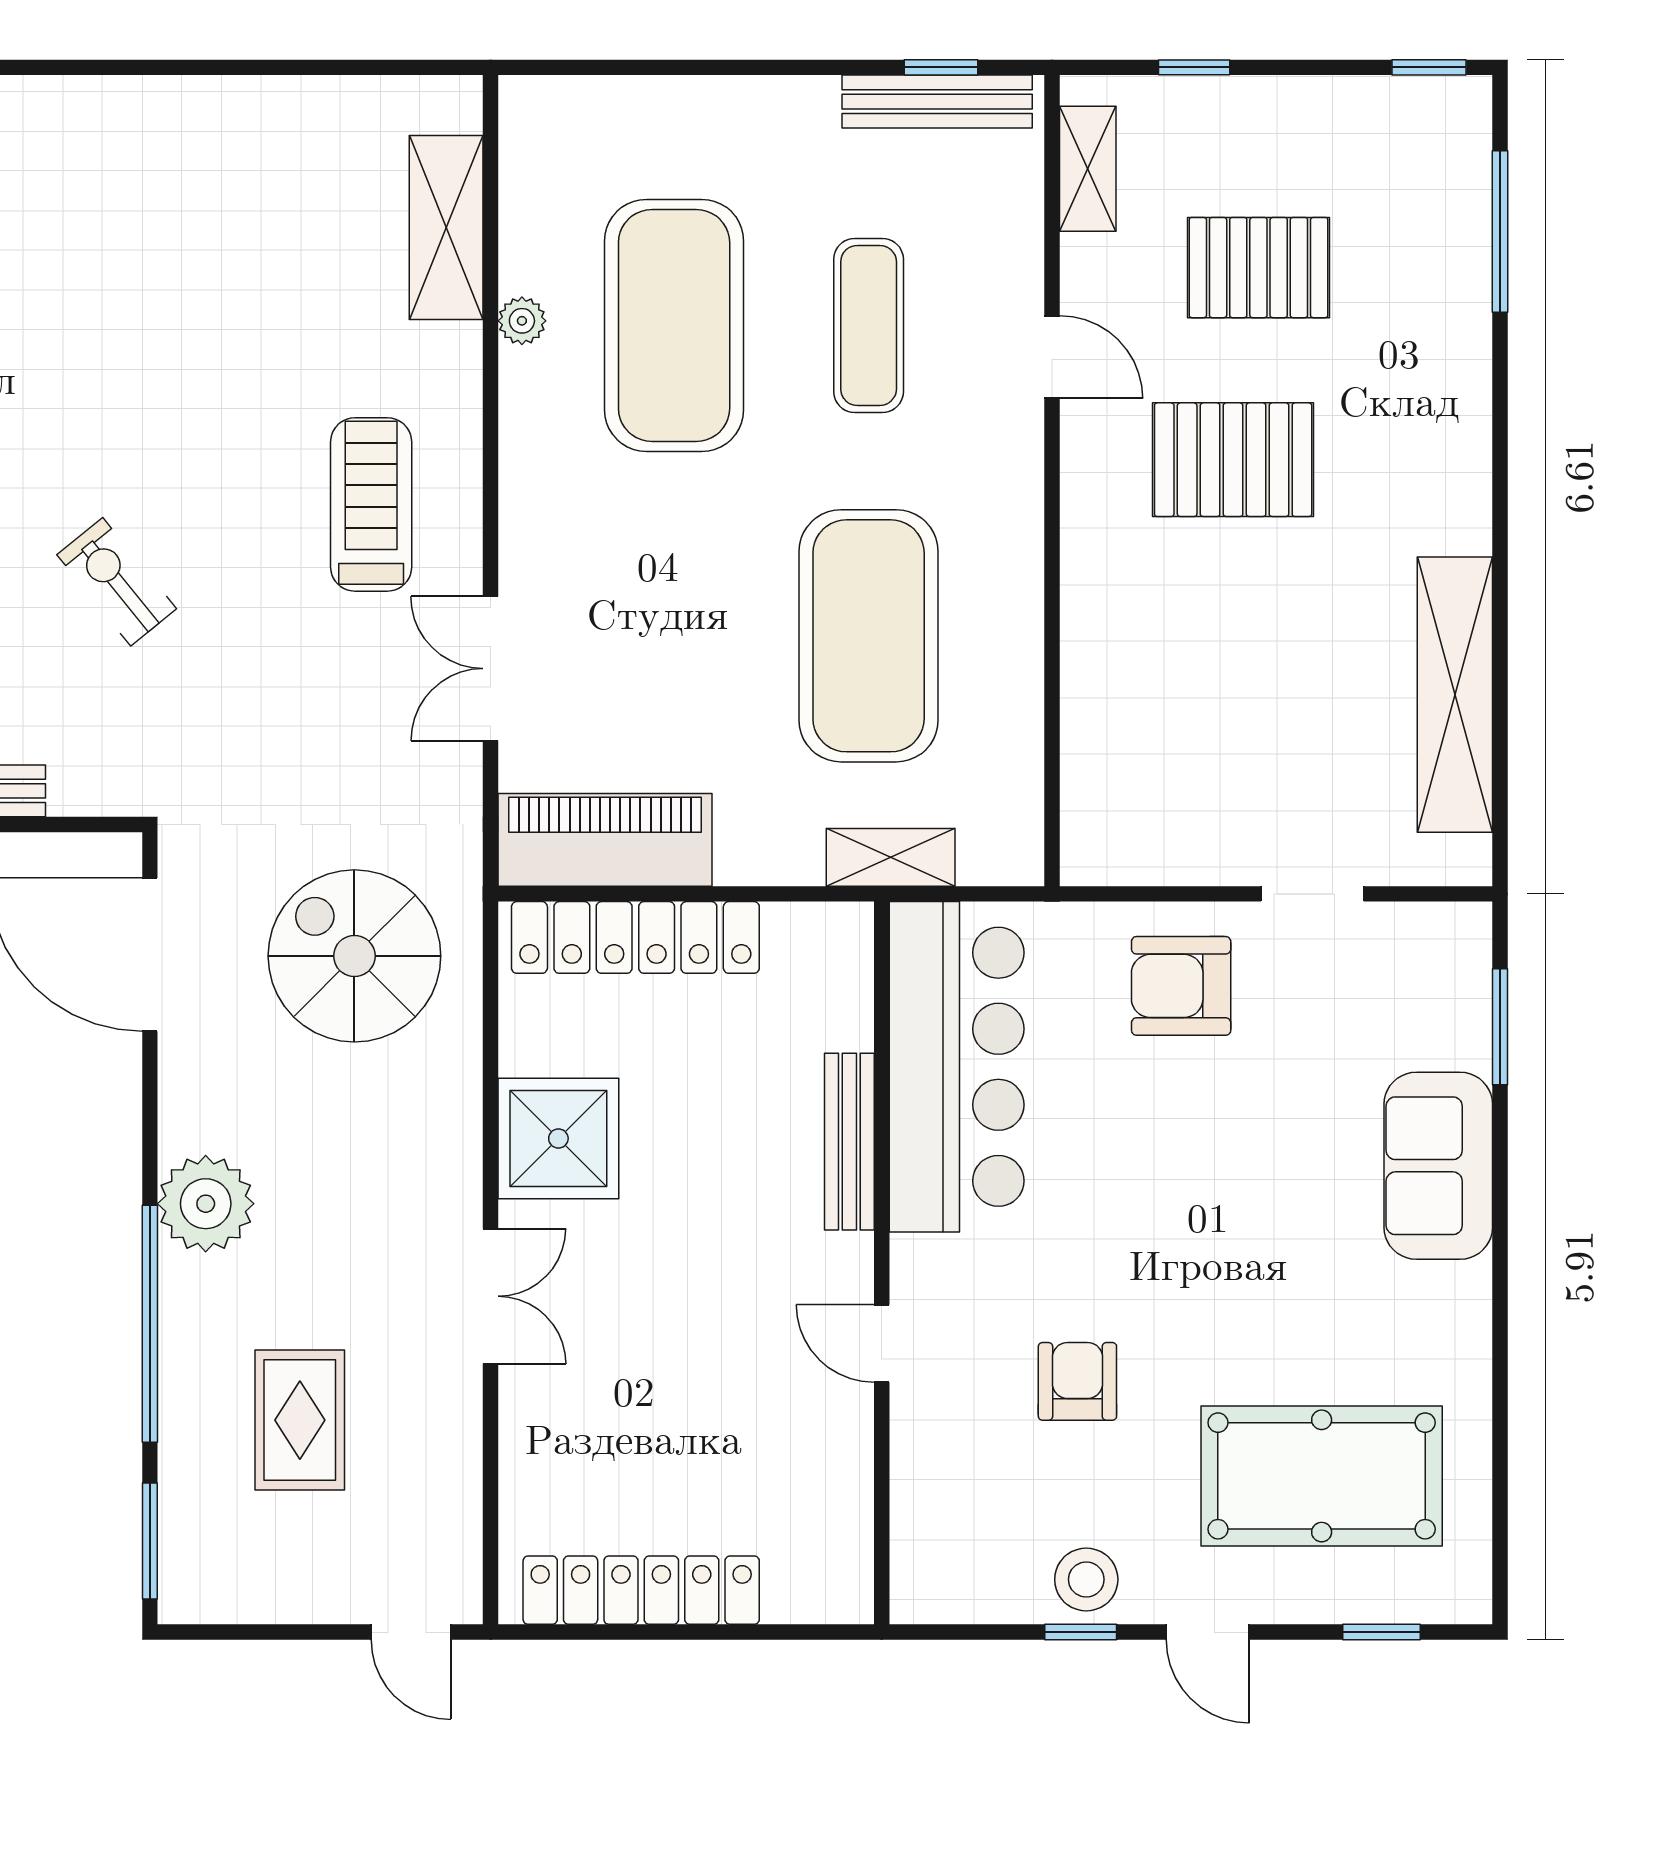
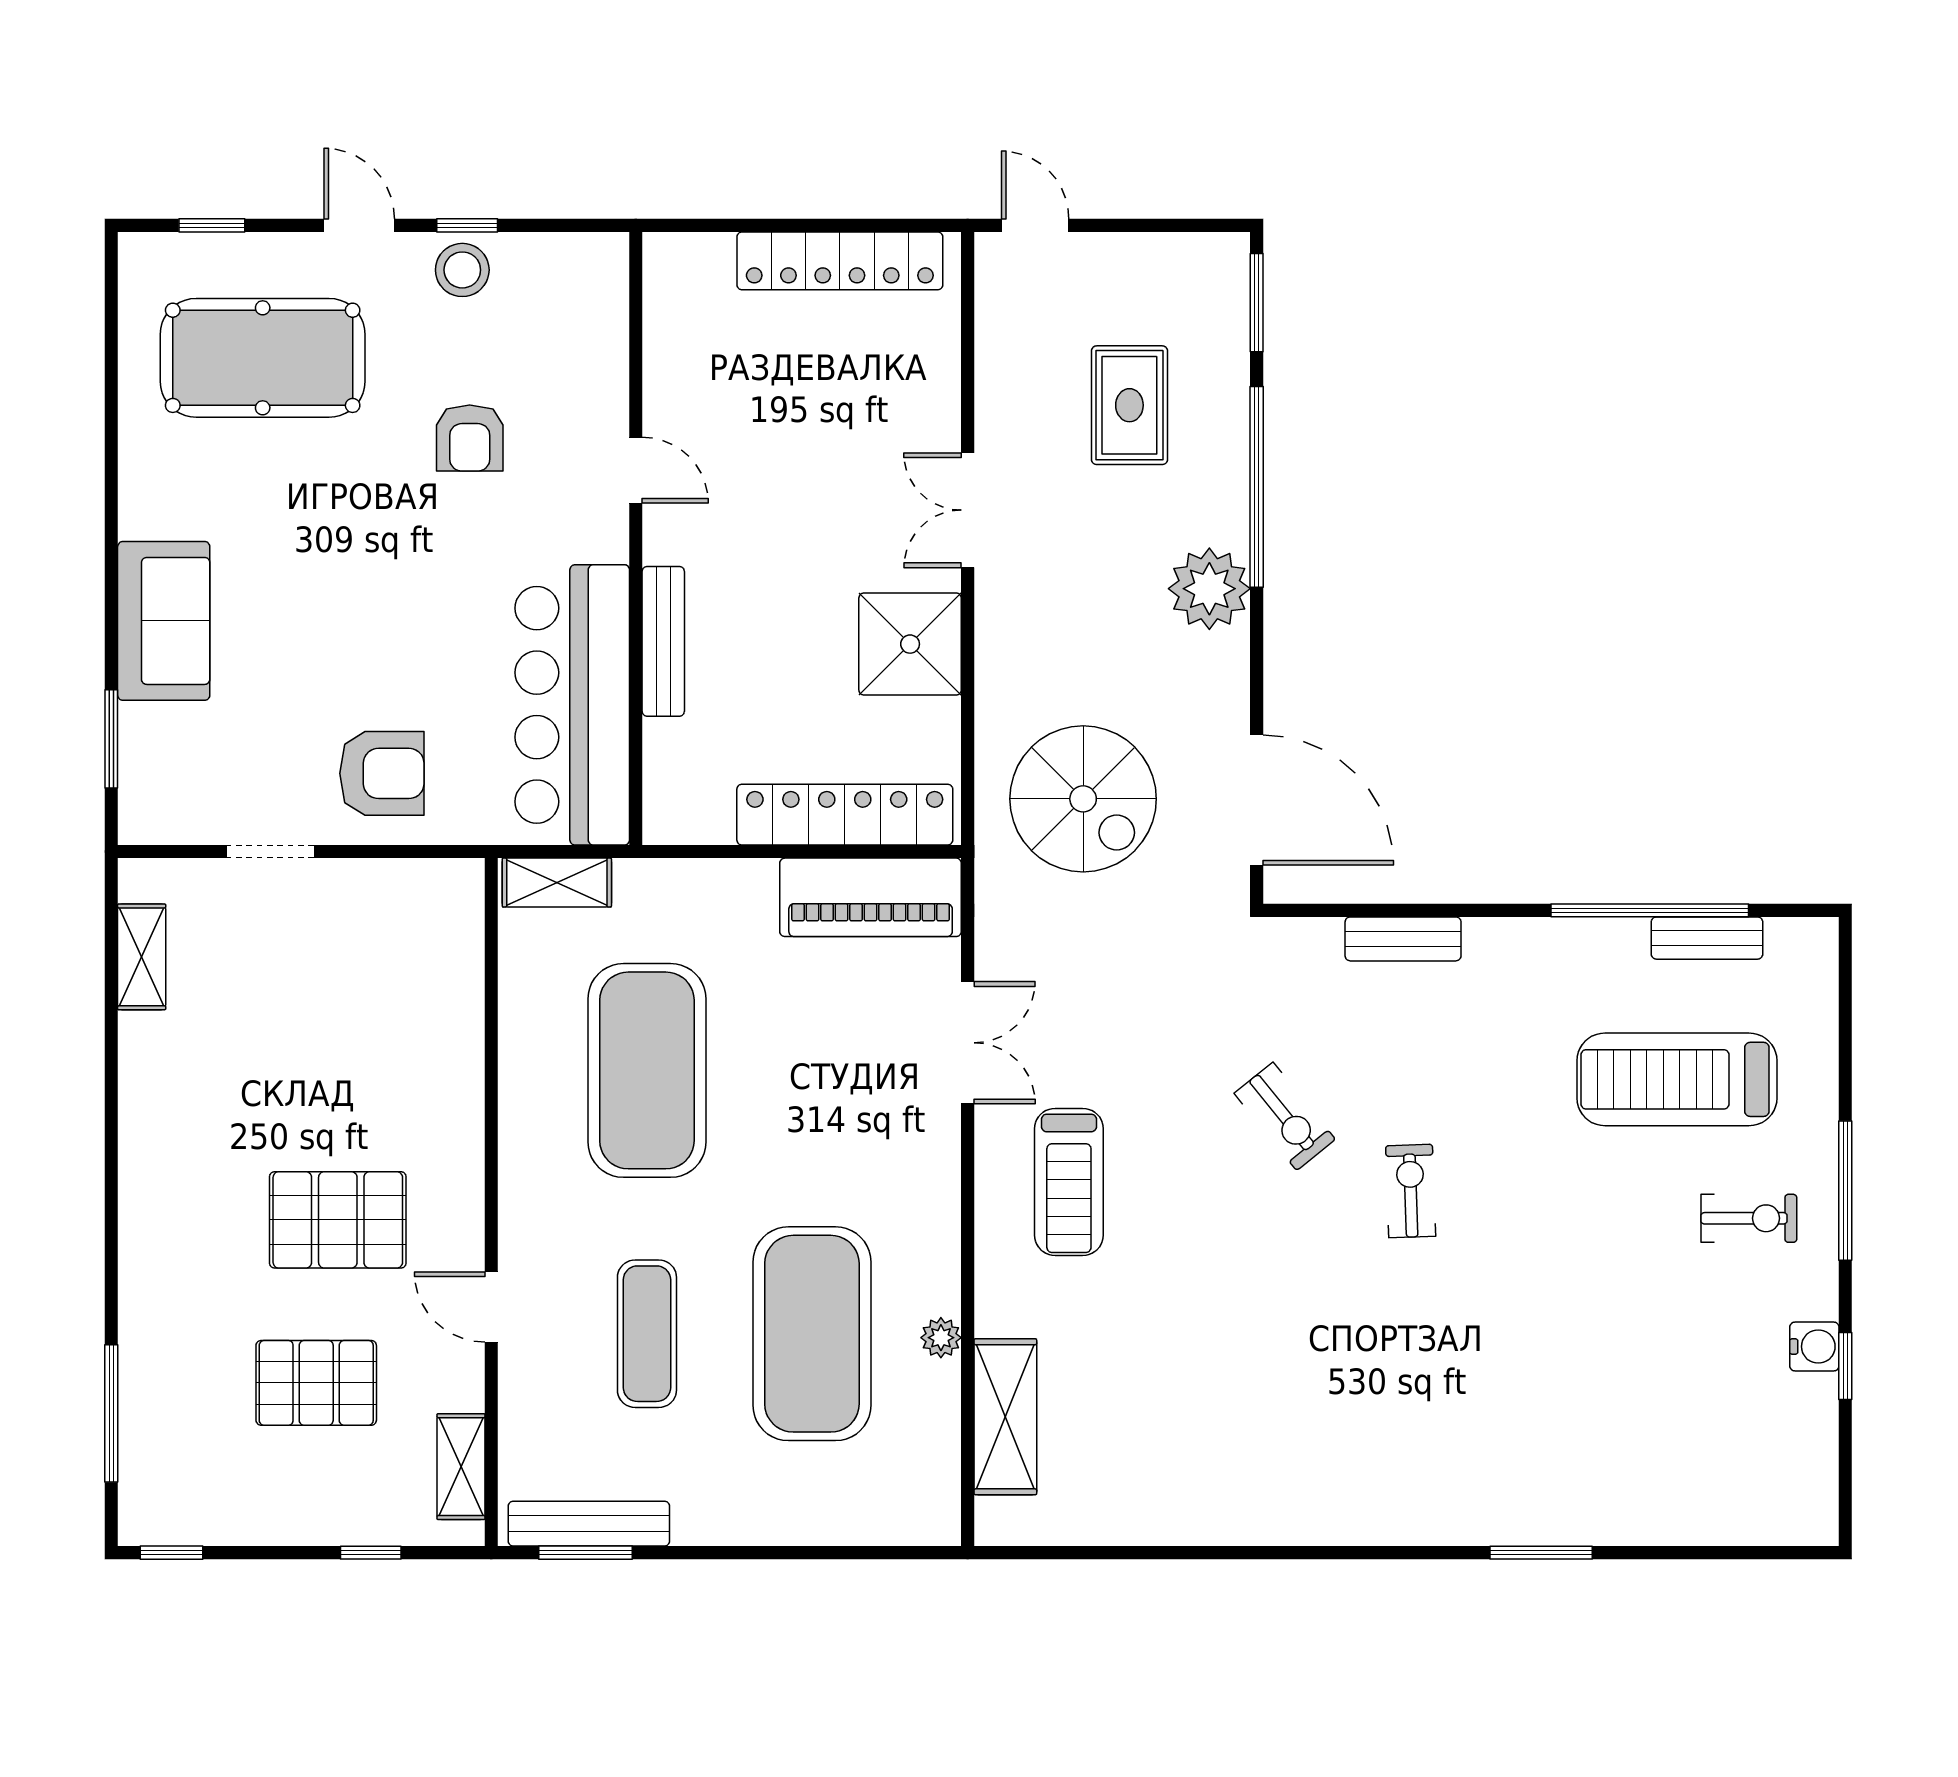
window: (941, 67) -> (585, 1553), width x1.50
shelving: (1455, 695) -> (142, 957), width x0.45, depth x0.75
shelving: (891, 857) -> (557, 883), moved

